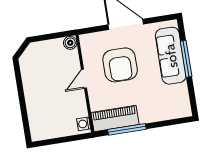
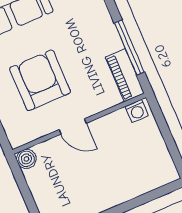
armchair: (120, 65) -> (40, 80), turned -90
piano: (115, 118) -> (125, 75), width x0.73, depth x0.75

